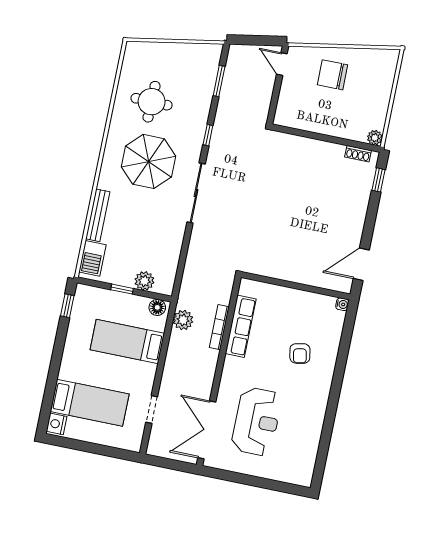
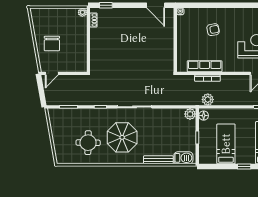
plant: (144, 281) -> (190, 114), moved
window: (67, 306) -> (244, 167), moved
bed: (127, 342) -> (226, 144), moved, turned 180

